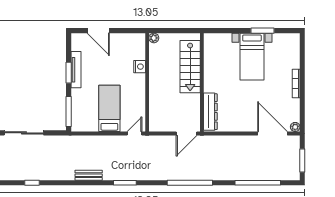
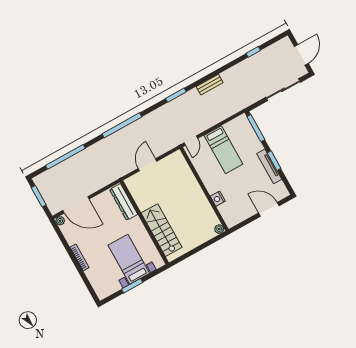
stairs: (190, 67) -> (161, 230), moved
wall: (202, 82) -> (144, 222), moved
dresser: (210, 112) -> (124, 202), moved

